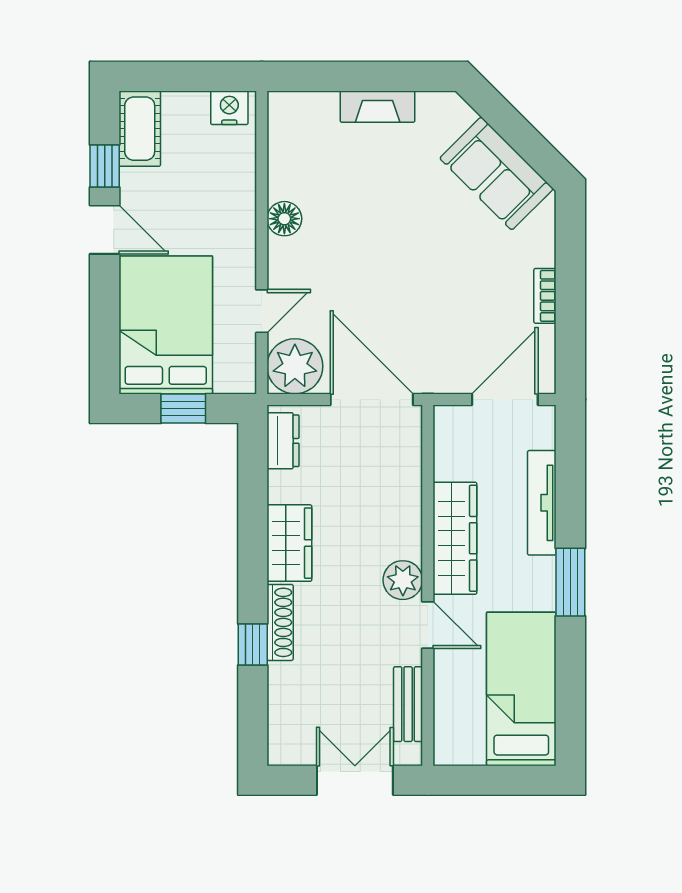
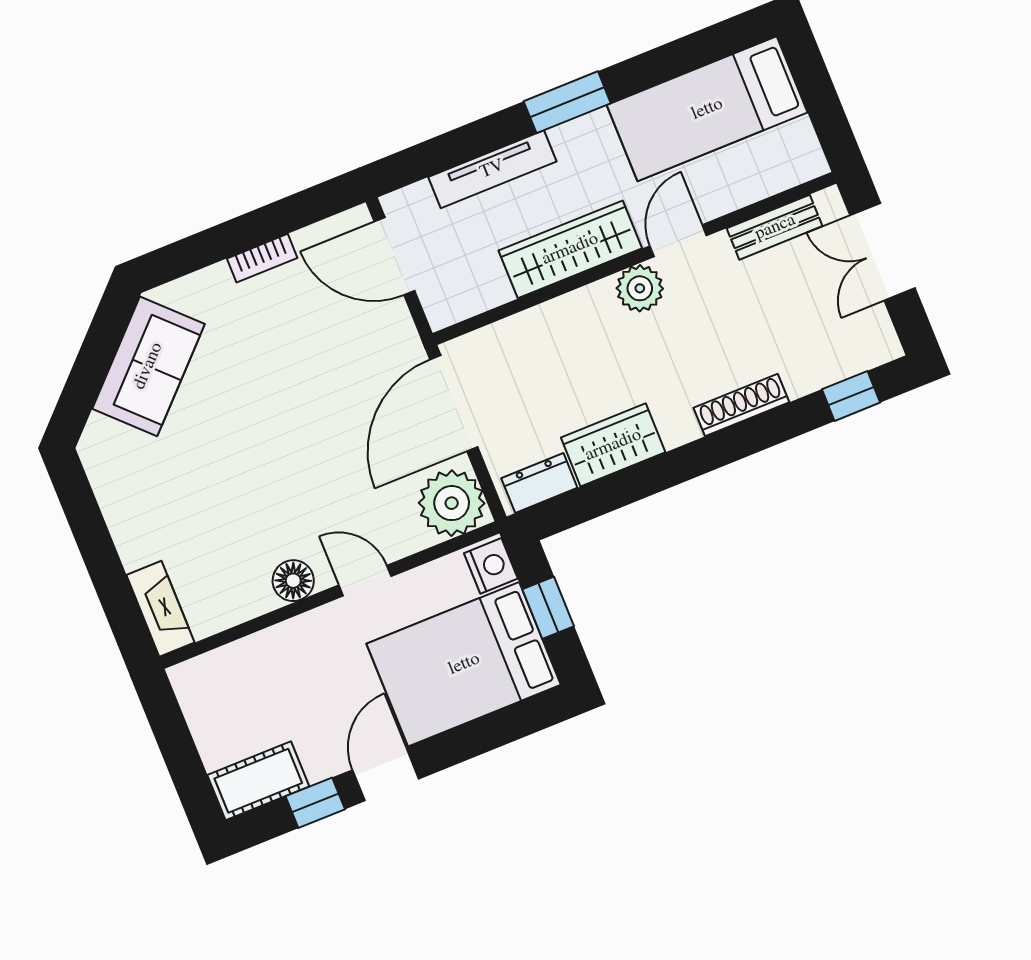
fireplace: (378, 107) -> (160, 609), moved
nightstand: (229, 108) -> (491, 566), moved, turned 180
door: (262, 311) -> (365, 581), moved
wardrobe: (289, 543) -> (613, 445), moved
window: (253, 644) -> (851, 396), moved

